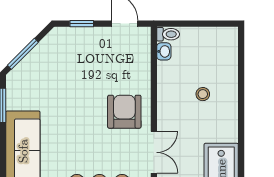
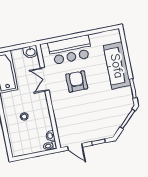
armchair: (124, 112) -> (77, 81), moved, turned 180

